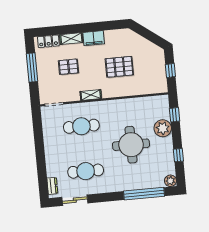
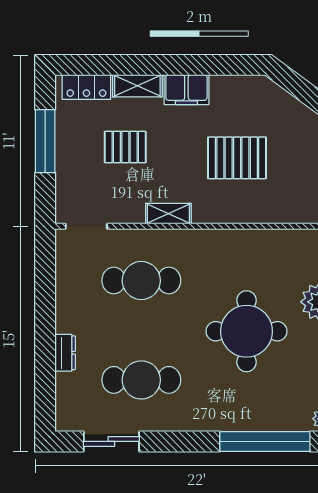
dresser: (52, 186) -> (65, 353), moved

